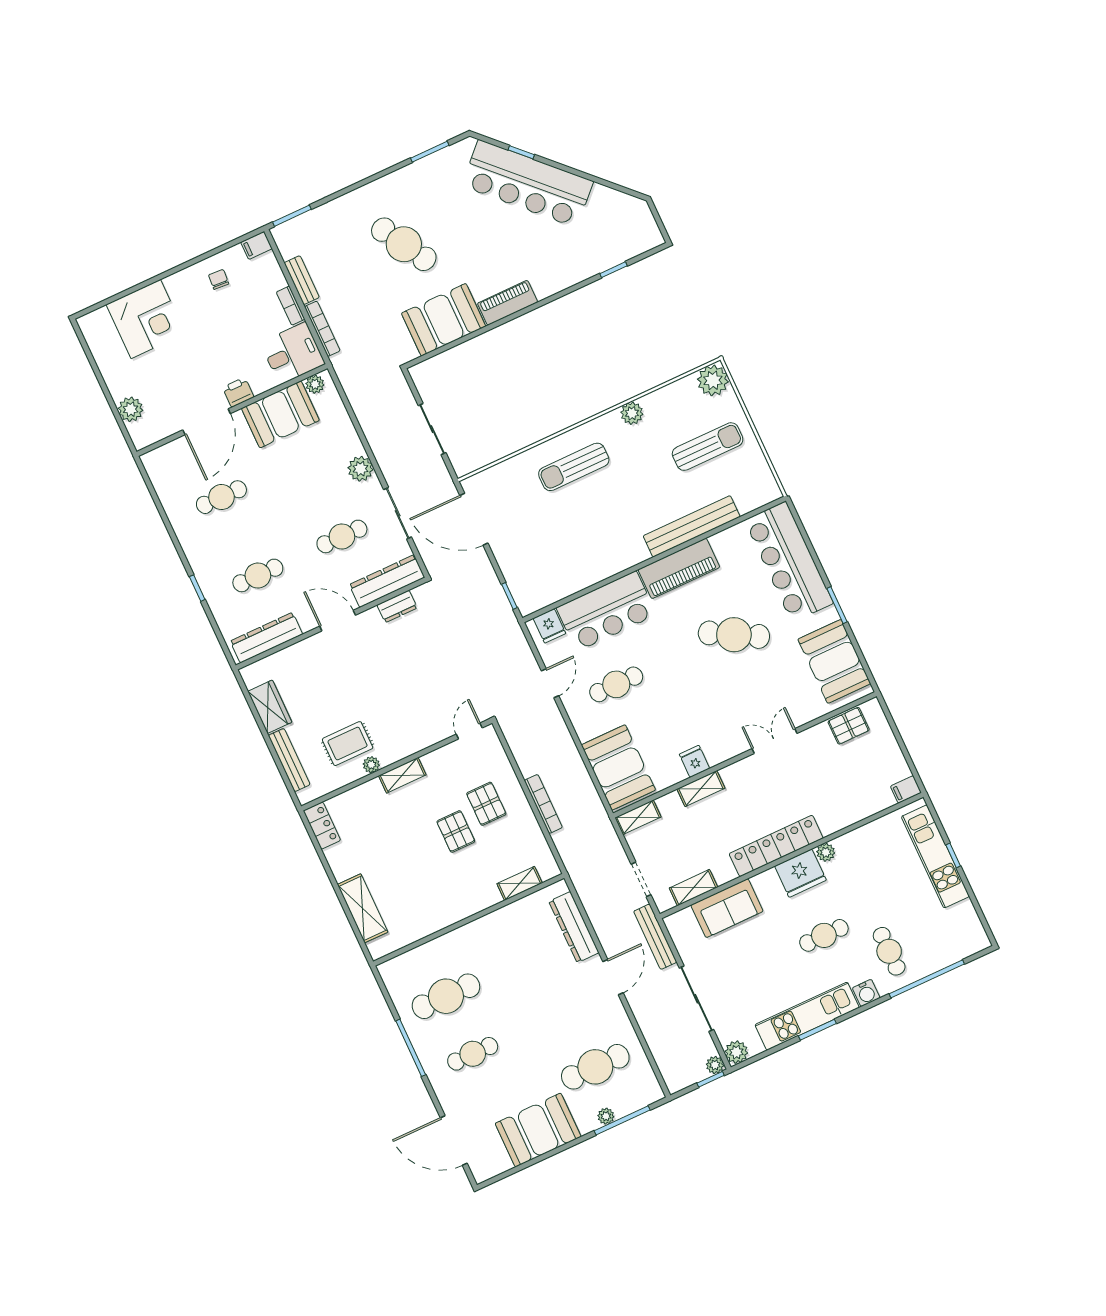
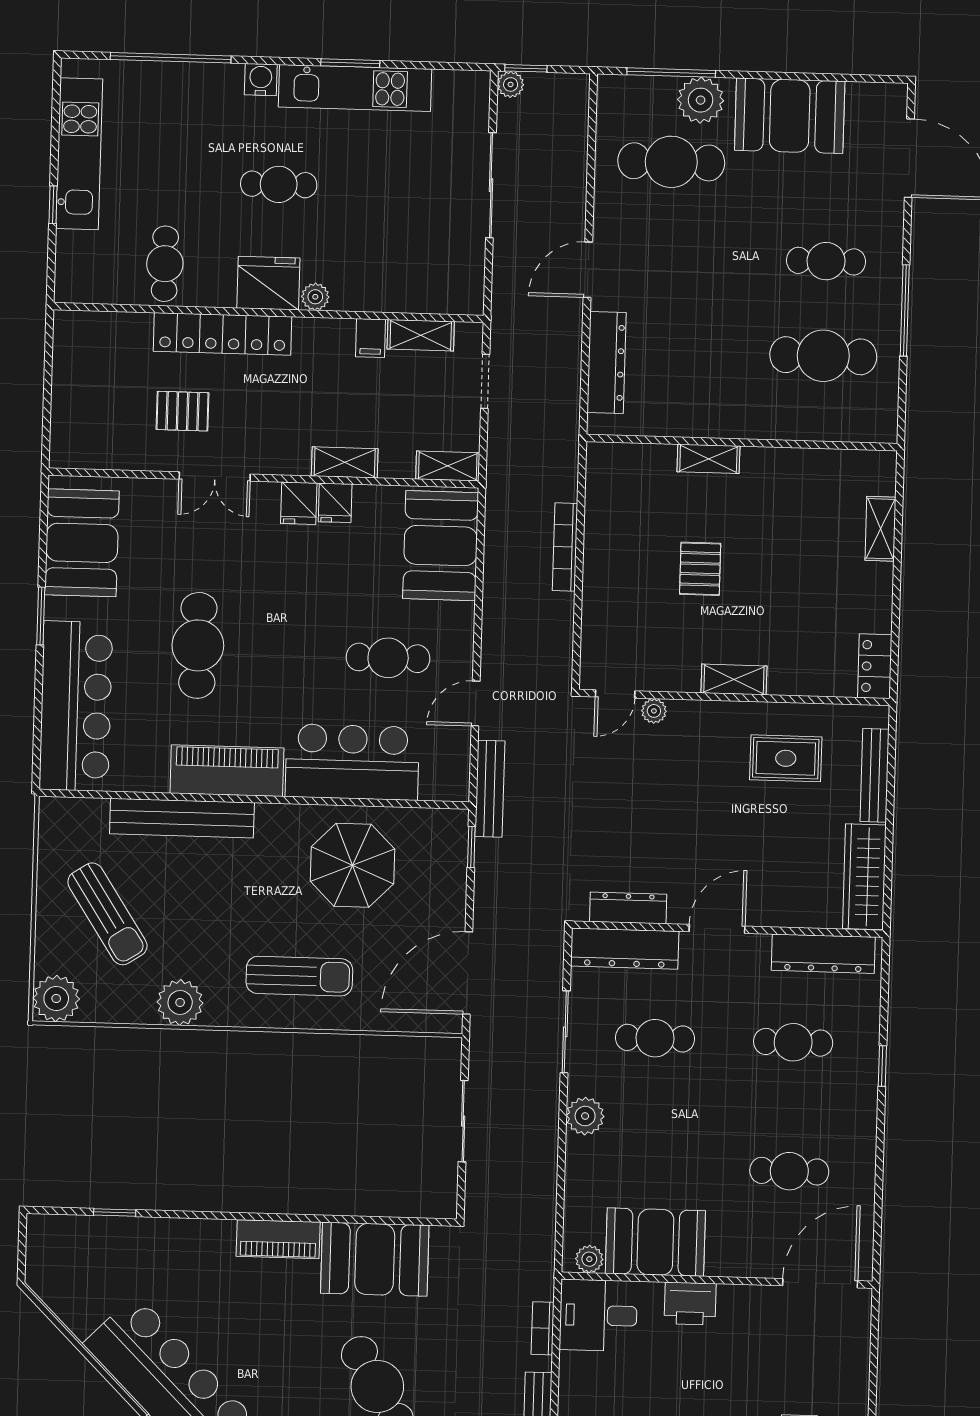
bookcase: (291, 306) -> (569, 1380), removed
bookcase: (322, 329) -> (543, 1328), width x0.64
printer: (238, 392) -> (690, 1304), width x1.36, depth x1.24
plant: (131, 409) -> (852, 1349), removed
plant: (632, 413) -> (180, 1002), width x1.36, depth x1.36
door: (207, 422) -> (820, 1283), moved
sun lounger: (708, 447) -> (107, 914), turned -123
door: (474, 519) -> (468, 973), swing flipped
parasol: (575, 549) -> (352, 865), added
dresser: (397, 606) -> (628, 908), width x1.44
door: (338, 621) -> (717, 929), swing flipped
fridge: (549, 626) -> (299, 503), moved, turned 180
cafe table: (734, 635) -> (198, 645), turned 61
wardrobe: (270, 707) -> (864, 877), width x1.50
pallet: (849, 726) -> (183, 411), moved
plant: (371, 765) -> (654, 711), moved
filing cabinet: (906, 789) -> (370, 338), moved, turned 90
pallet: (486, 804) -> (641, 585), removed
locker: (776, 846) -> (223, 334), moved
plant: (826, 852) -> (315, 297), moved
kitchen unit: (935, 856) -> (79, 154), moved
shelving: (520, 883) -> (708, 459), moved
shelving: (363, 908) -> (881, 529), width x0.67, depth x0.75
sofa: (727, 908) -> (390, 285), removed
bench: (655, 937) -> (490, 789), moved
cafe table: (889, 951) -> (165, 264), moved
plant: (736, 1052) -> (473, 87), removed
plant: (606, 1116) -> (701, 100), width x1.88, depth x1.88

